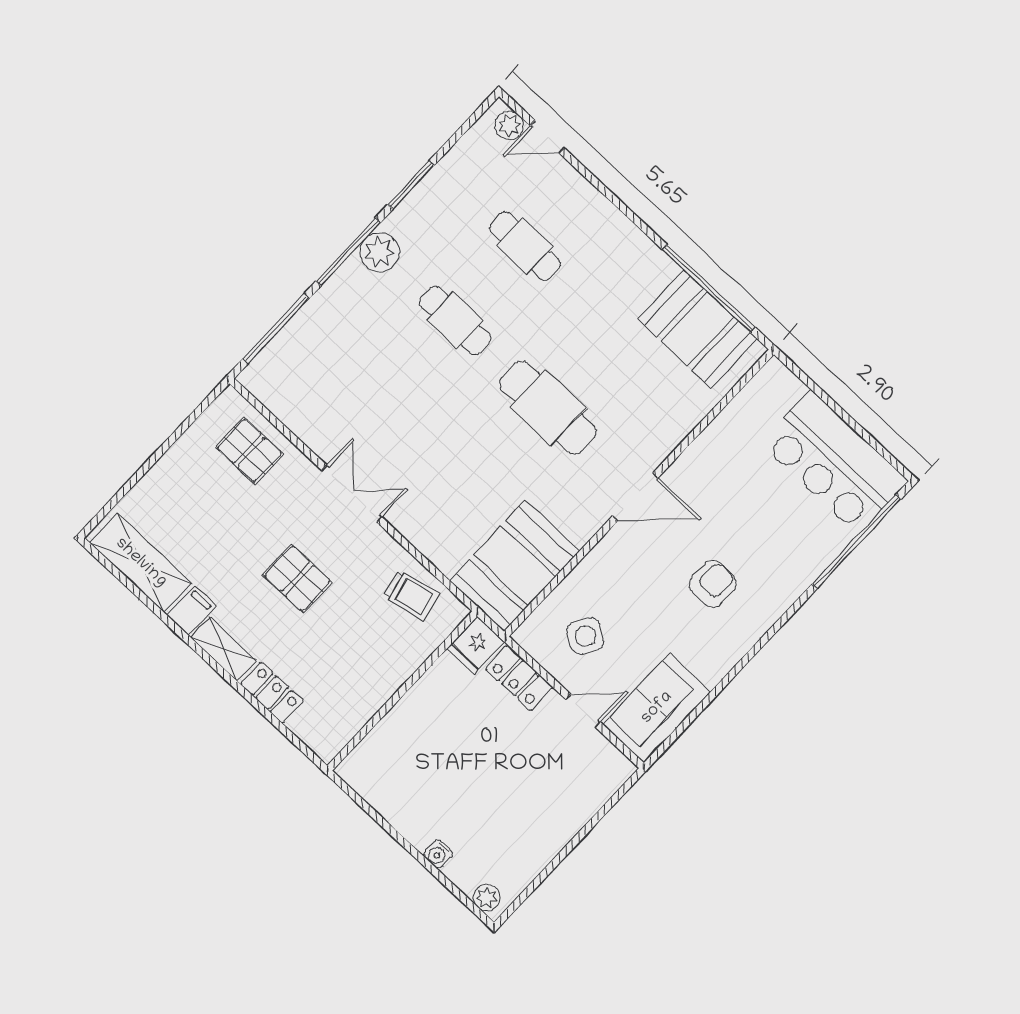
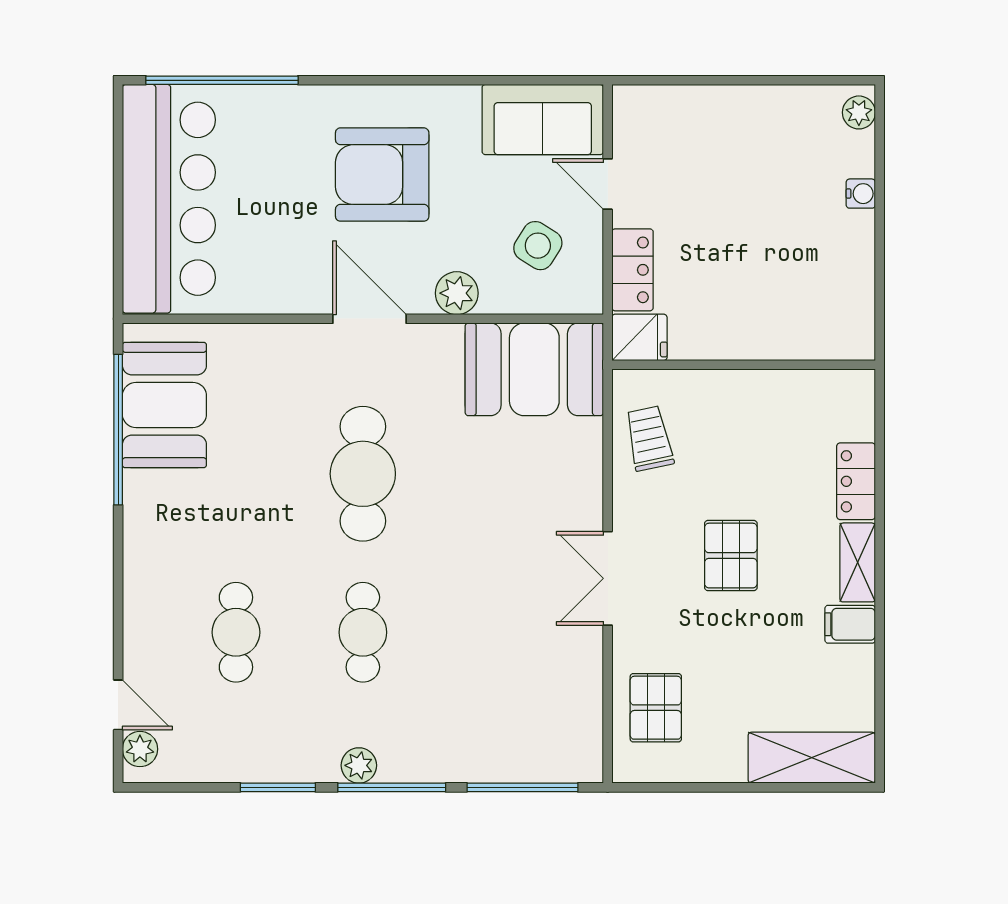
plant: (379, 252) -> (359, 765), width x0.73, depth x0.73
bar counter: (834, 462) -> (169, 199), width x1.36
plant: (602, 562) -> (457, 293), added
shelving: (141, 563) -> (812, 758), moved, turned 90
armchair: (713, 584) -> (382, 175), width x1.88, depth x1.88

